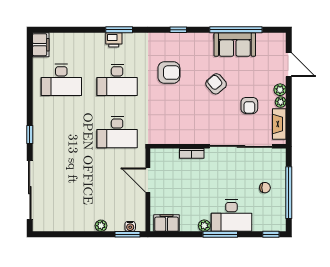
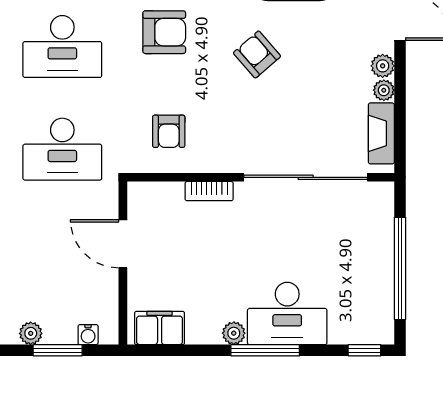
armchair: (249, 105) -> (169, 131), moved
chair: (265, 188) -> (353, 258), removed
window: (128, 234) -> (58, 350), moved

